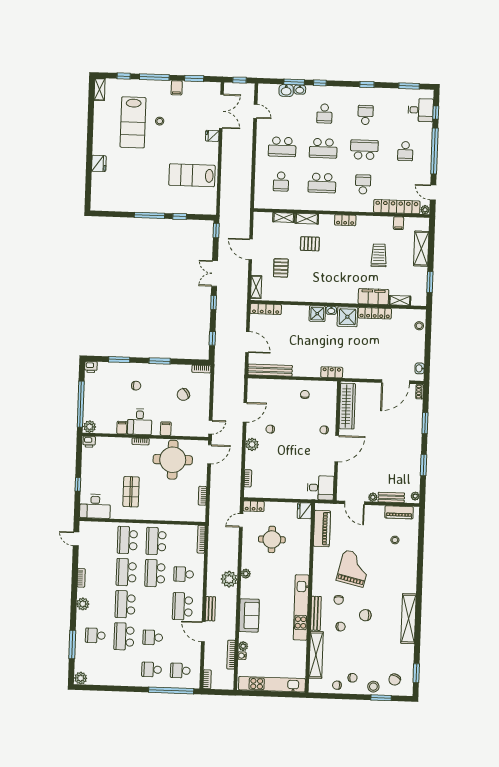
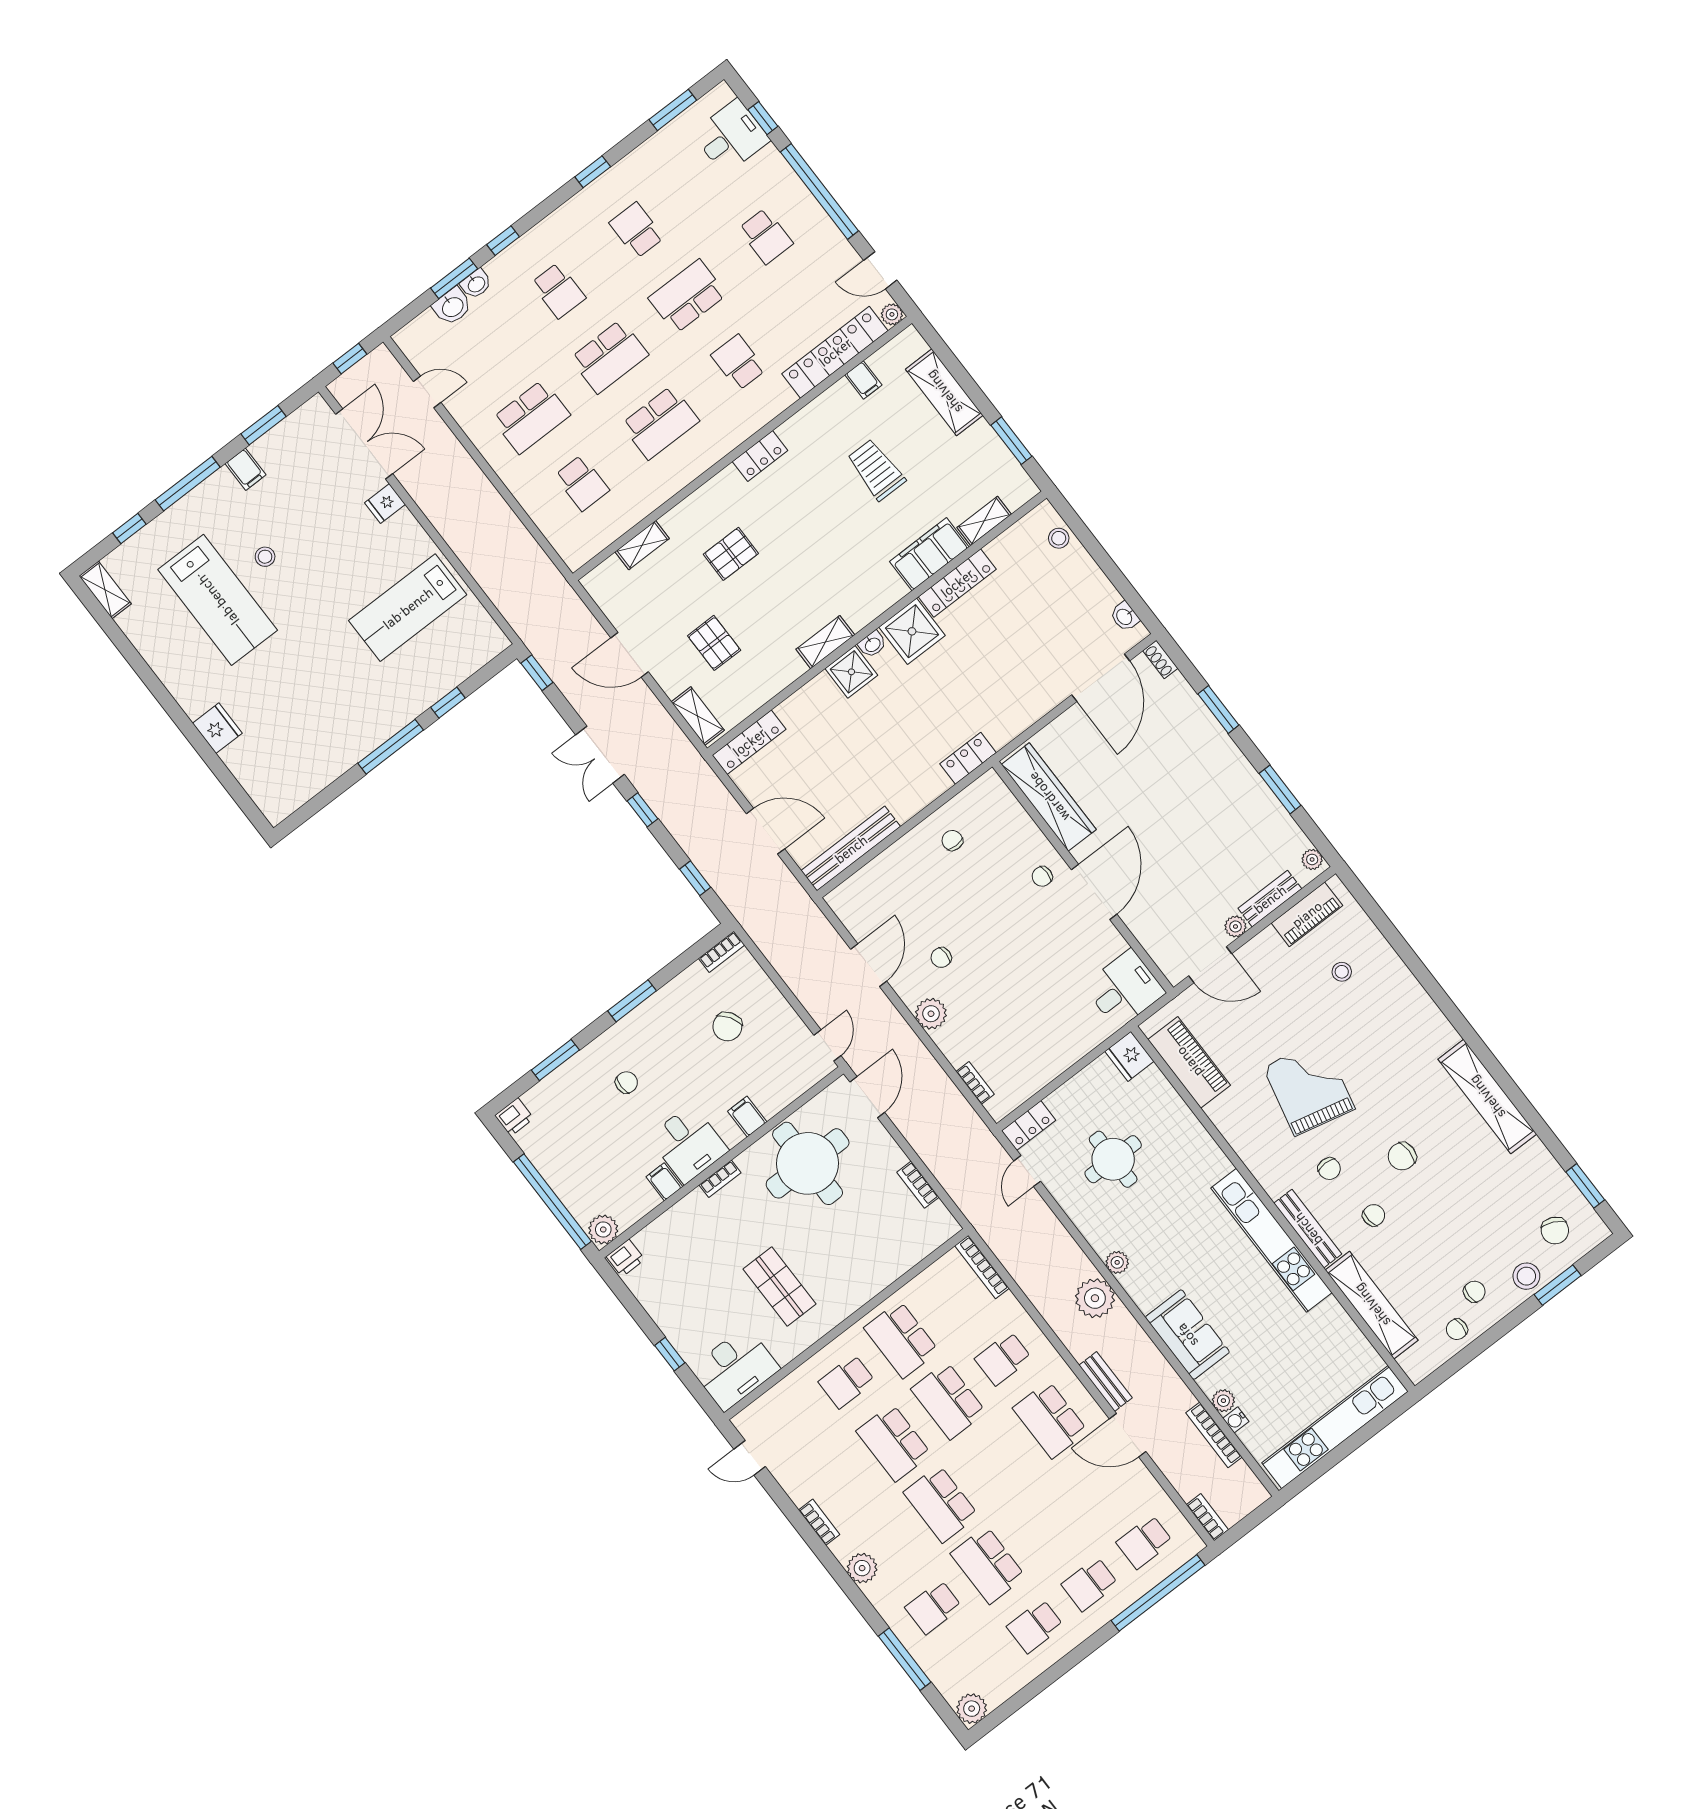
shelving: (307, 219) -> (825, 642), moved
school desk: (127, 540) -> (847, 1381), width x0.54
school desk: (153, 637) -> (1035, 1626), moved

